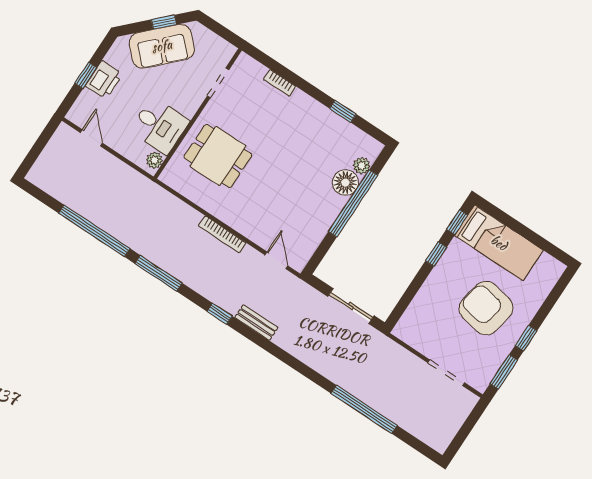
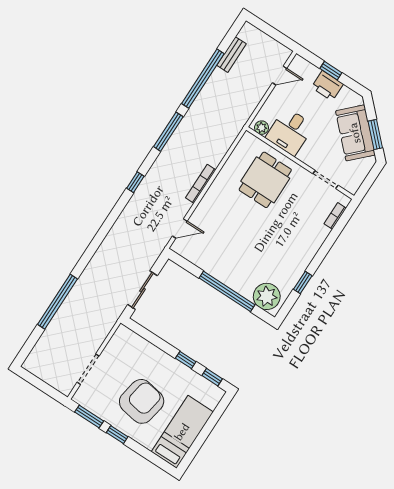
window: (164, 22) -> (375, 135), width x1.50
bookcase: (280, 83) -> (335, 216), moved
plant: (362, 166) -> (267, 296), width x1.88, depth x1.88
floor lamp: (345, 183) -> (244, 285), removed
bed: (499, 243) -> (182, 432), moved, turned 180
bench: (256, 322) -> (231, 55), moved

